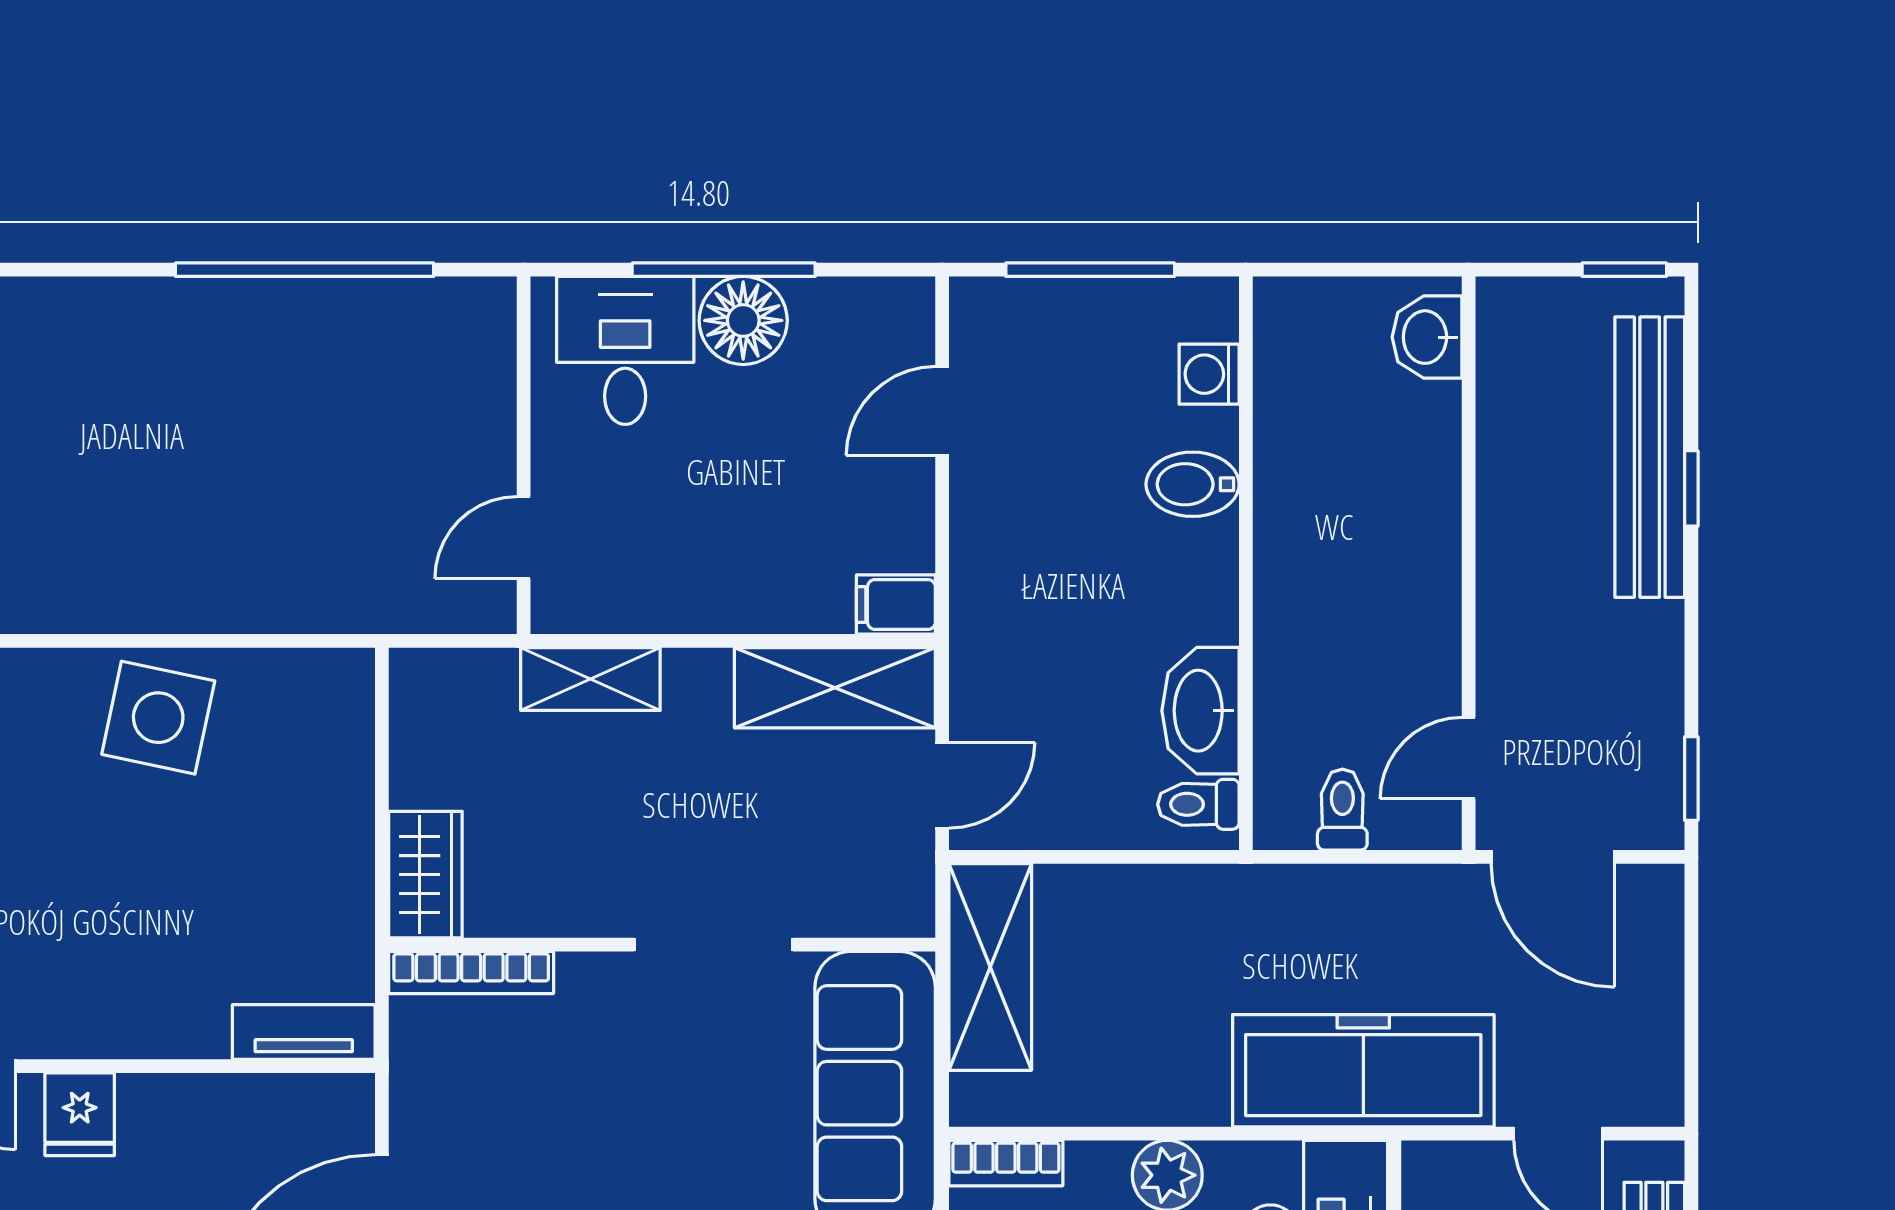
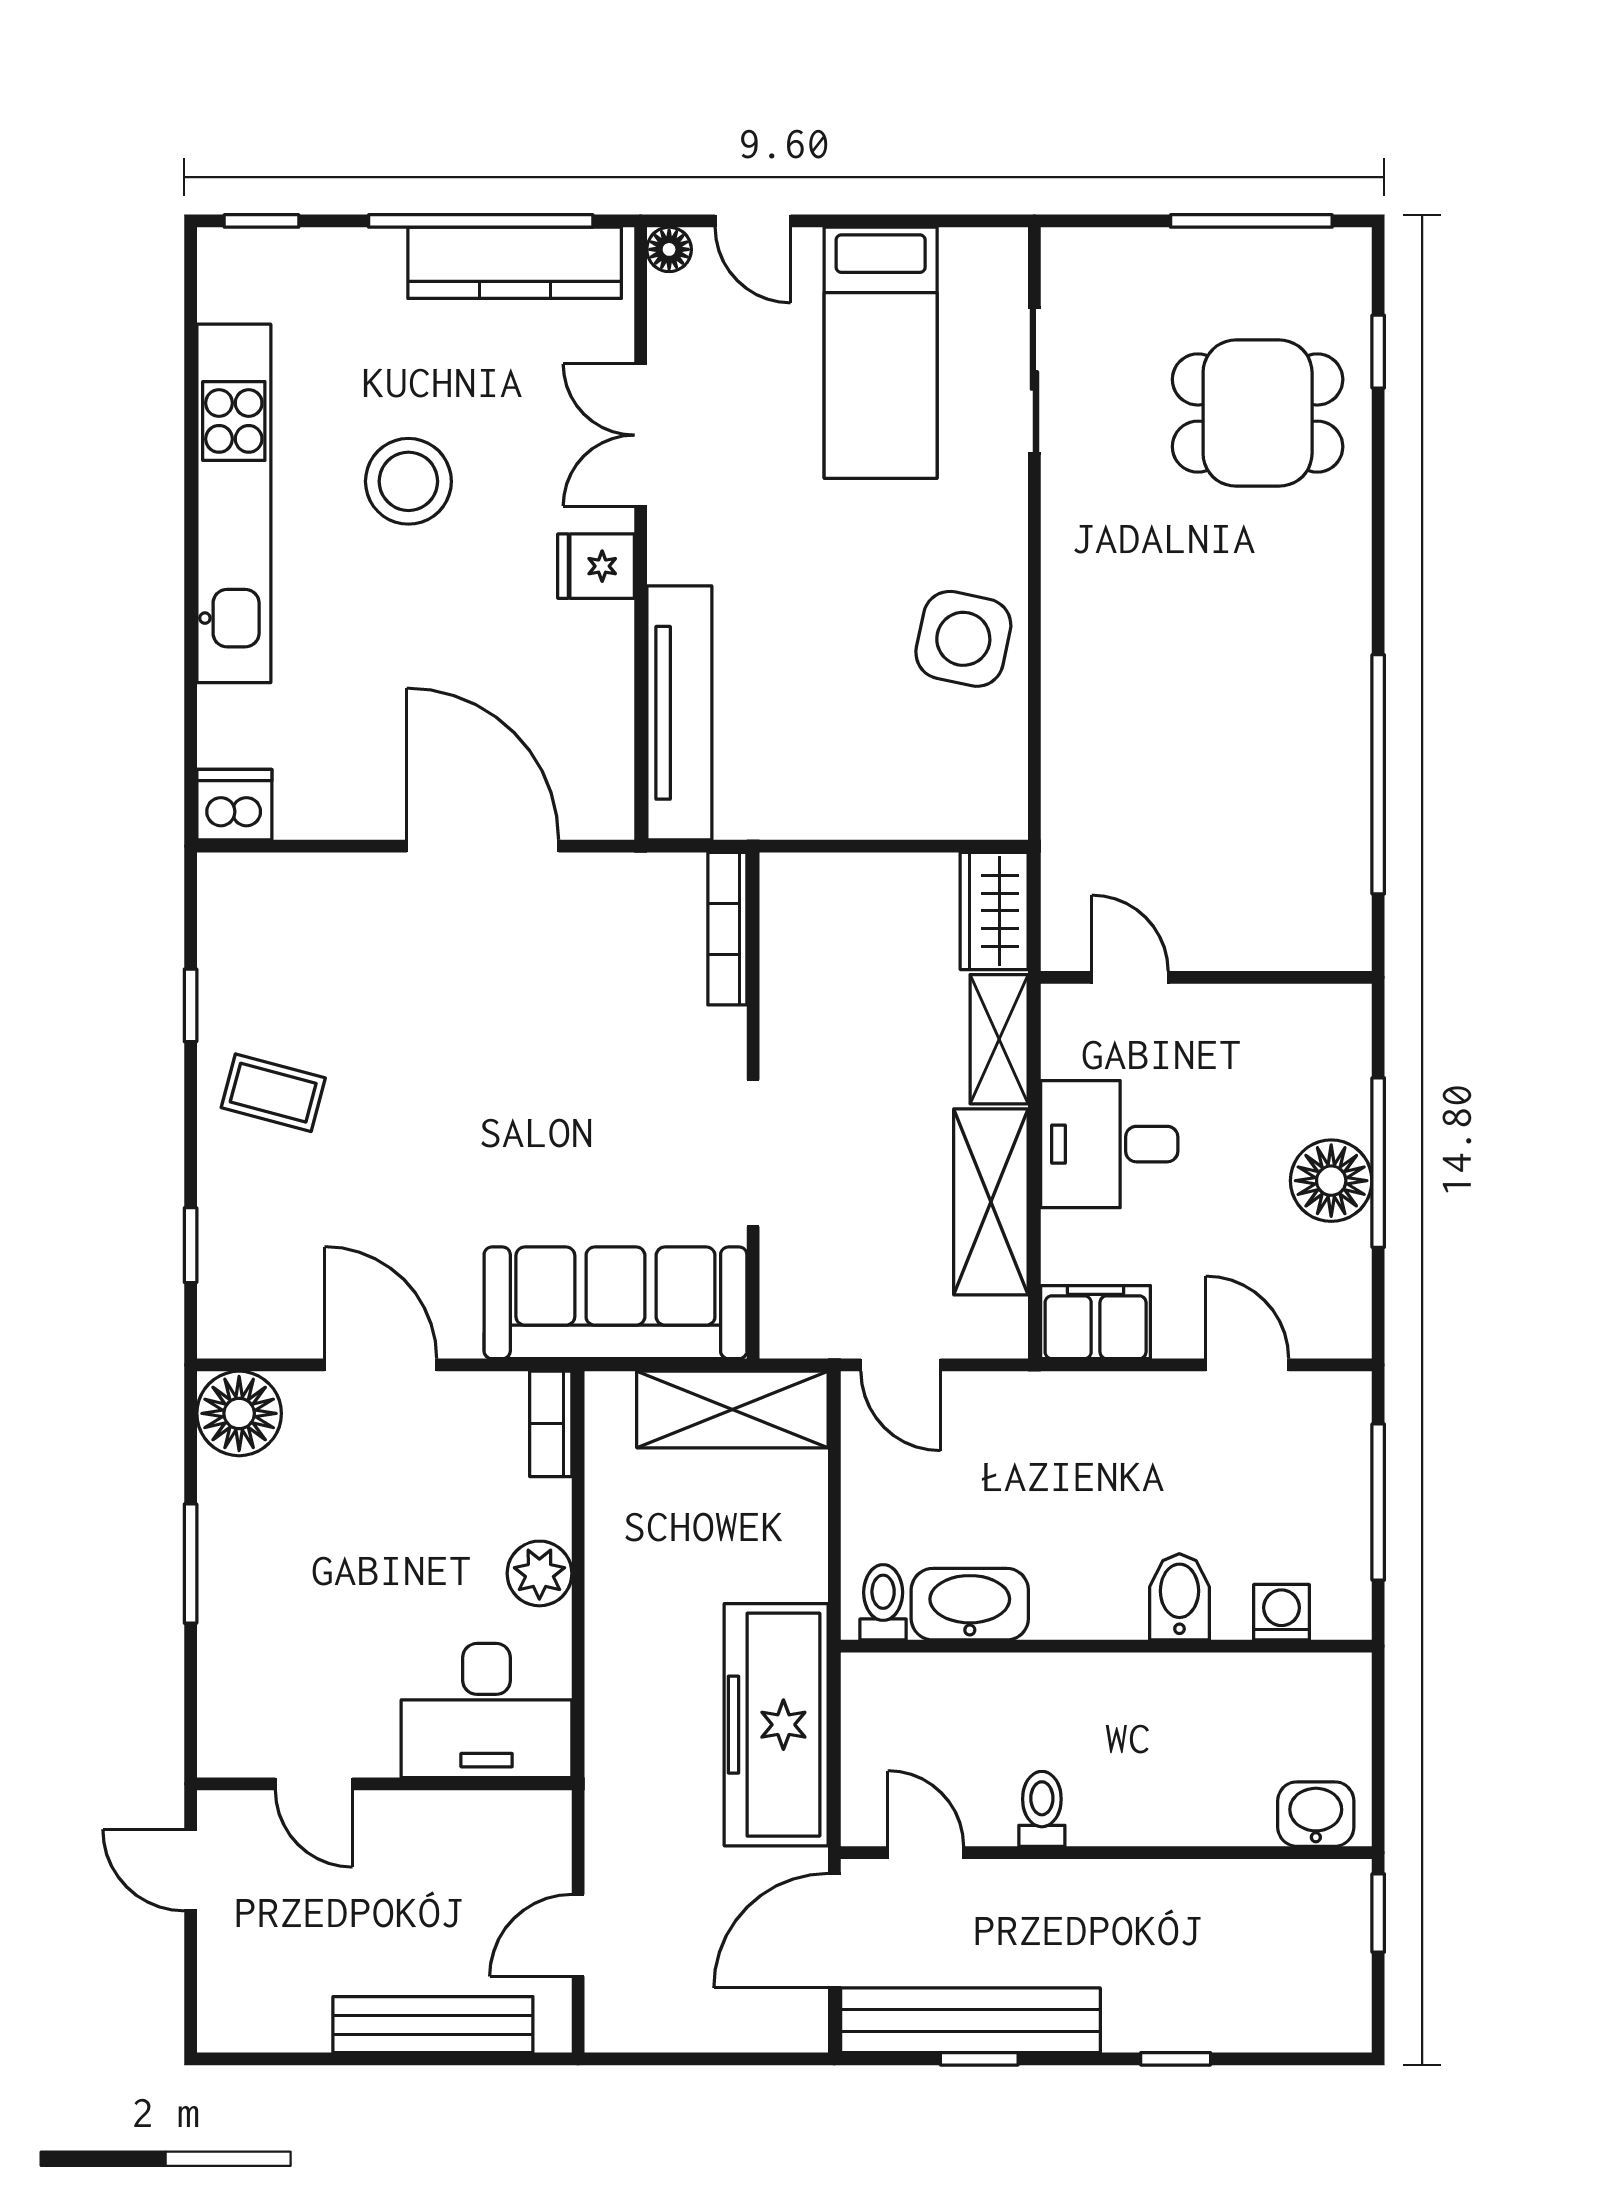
window: (1624, 270) -> (1378, 1913), moved
desk: (625, 350) -> (1109, 1144), moved, turned 180
bench: (1650, 457) -> (970, 2020), moved
filing cabinet: (896, 604) -> (1096, 1322), width x2.00
shelving: (835, 688) -> (991, 1202), moved
window: (1691, 779) -> (979, 2059), moved
toilet: (1342, 810) -> (1042, 1809), moved, turned -90
wardrobe: (425, 875) -> (994, 911), moved, turned 90
tv unit: (304, 1032) -> (679, 713), width x1.92, depth x1.29
freezer: (1363, 1071) -> (776, 1725), moved, turned 180

